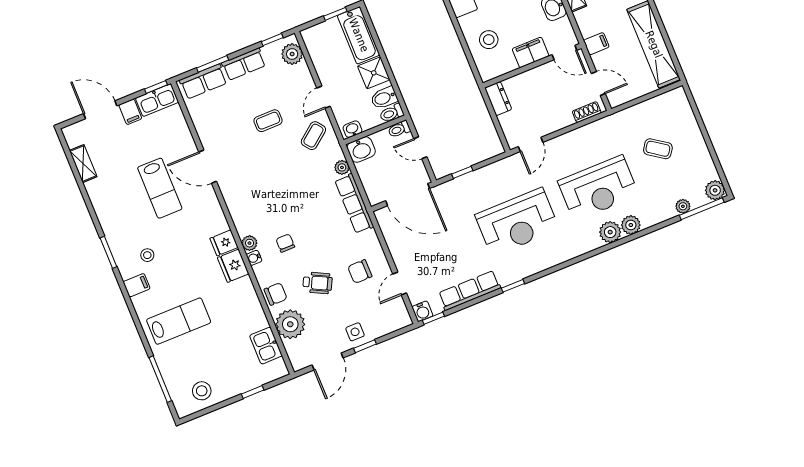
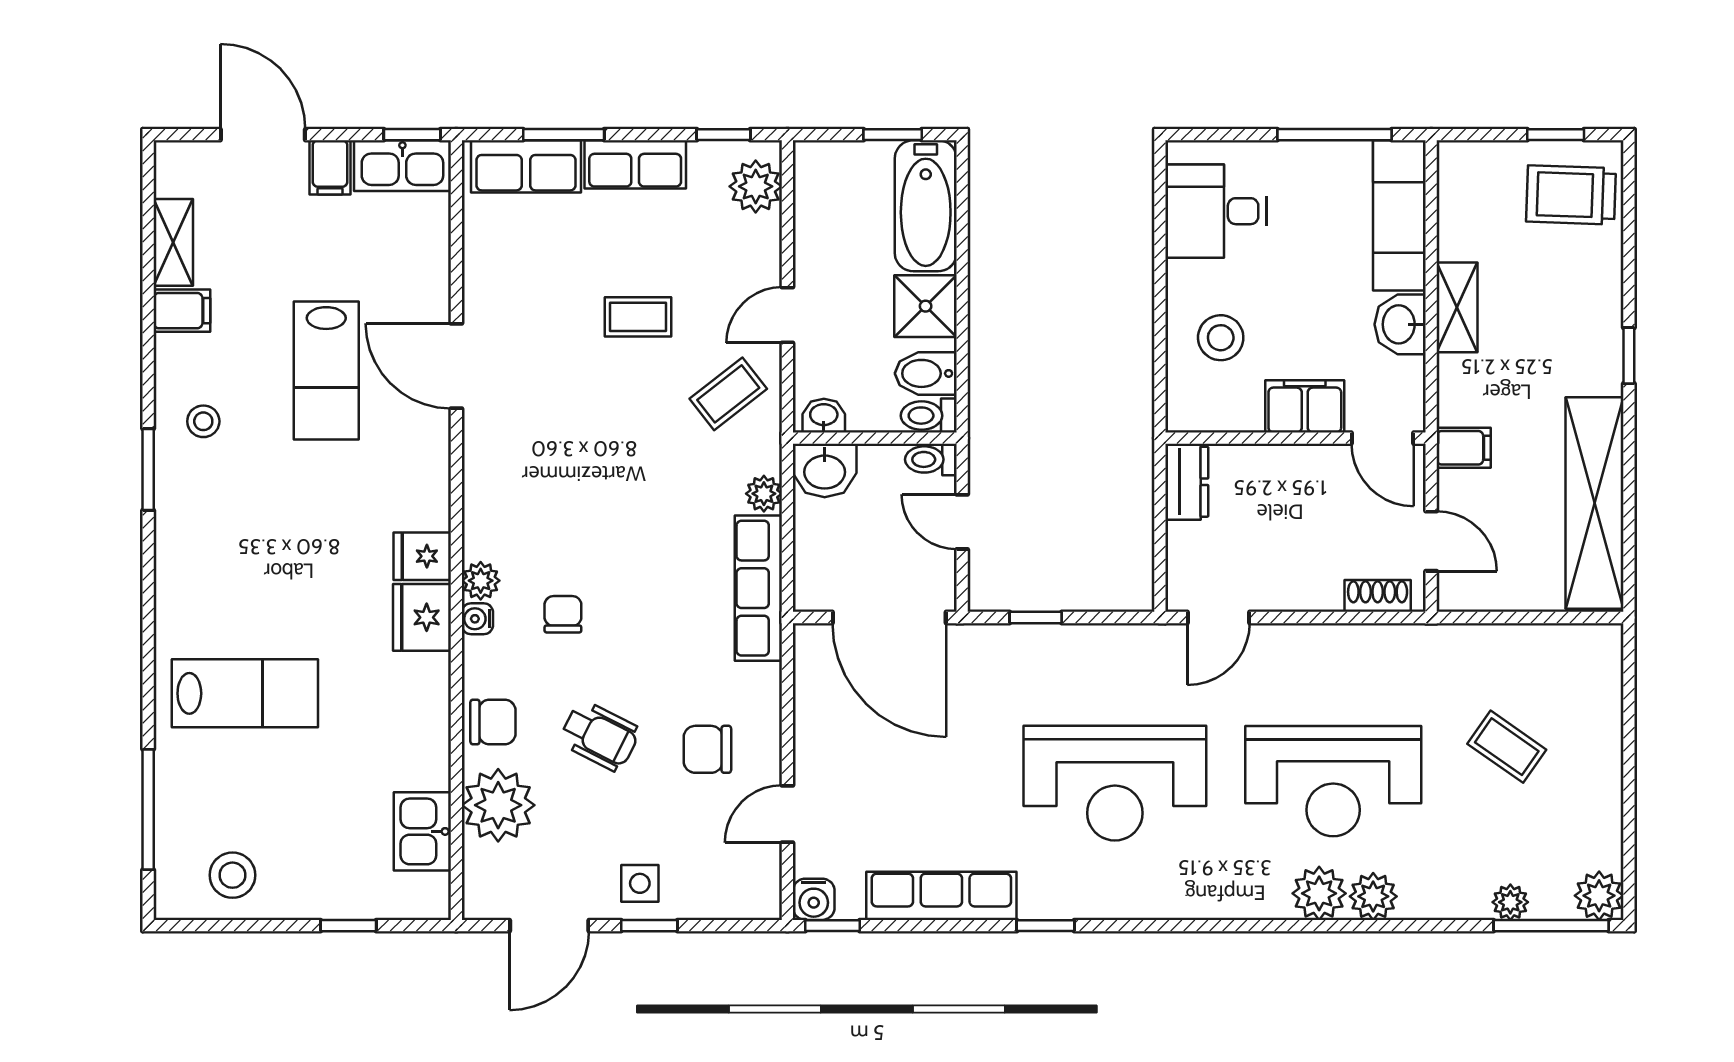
stool: (147, 255) -> (203, 421), moved
filing cabinet: (137, 285) -> (182, 311), moved

